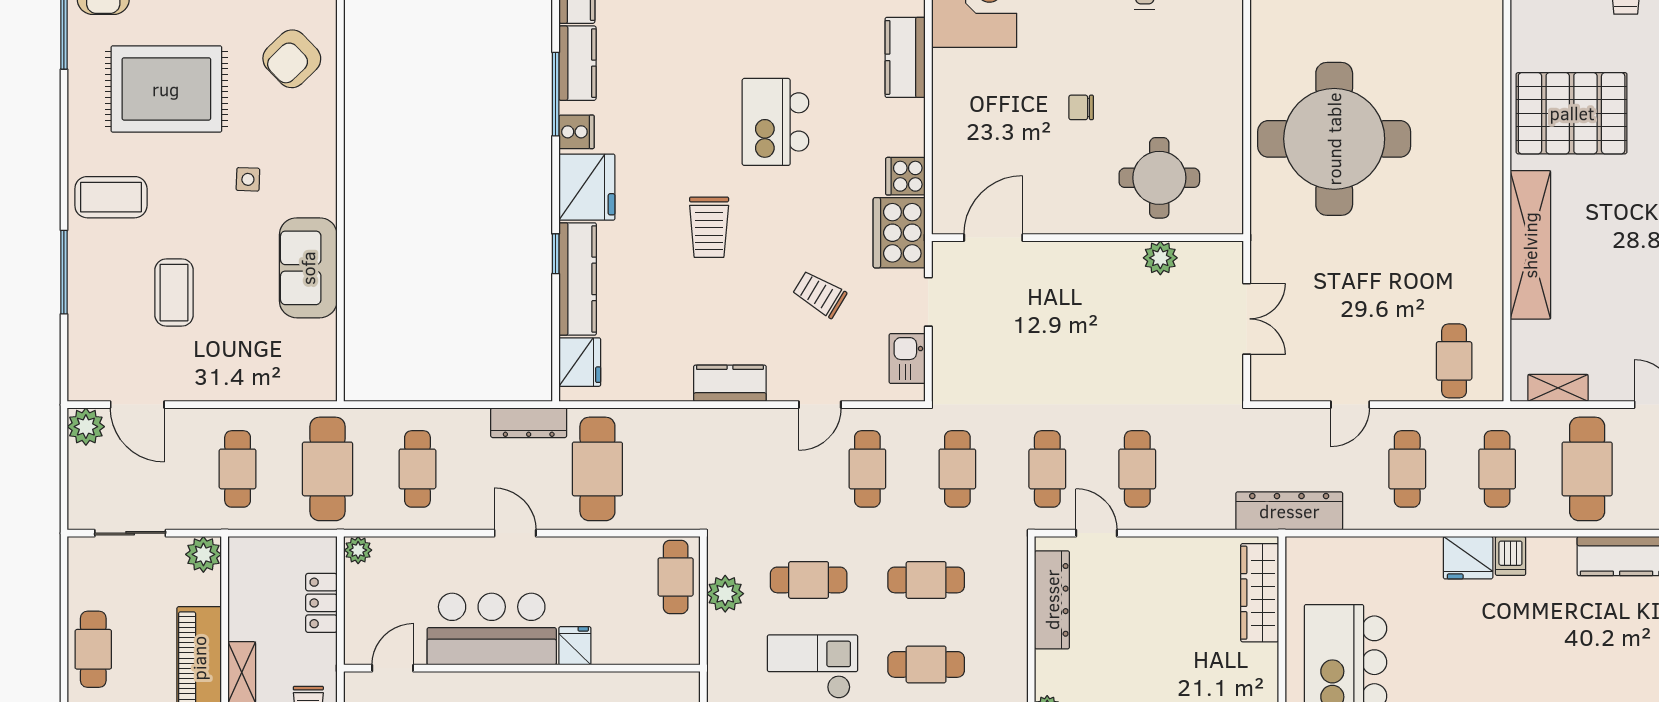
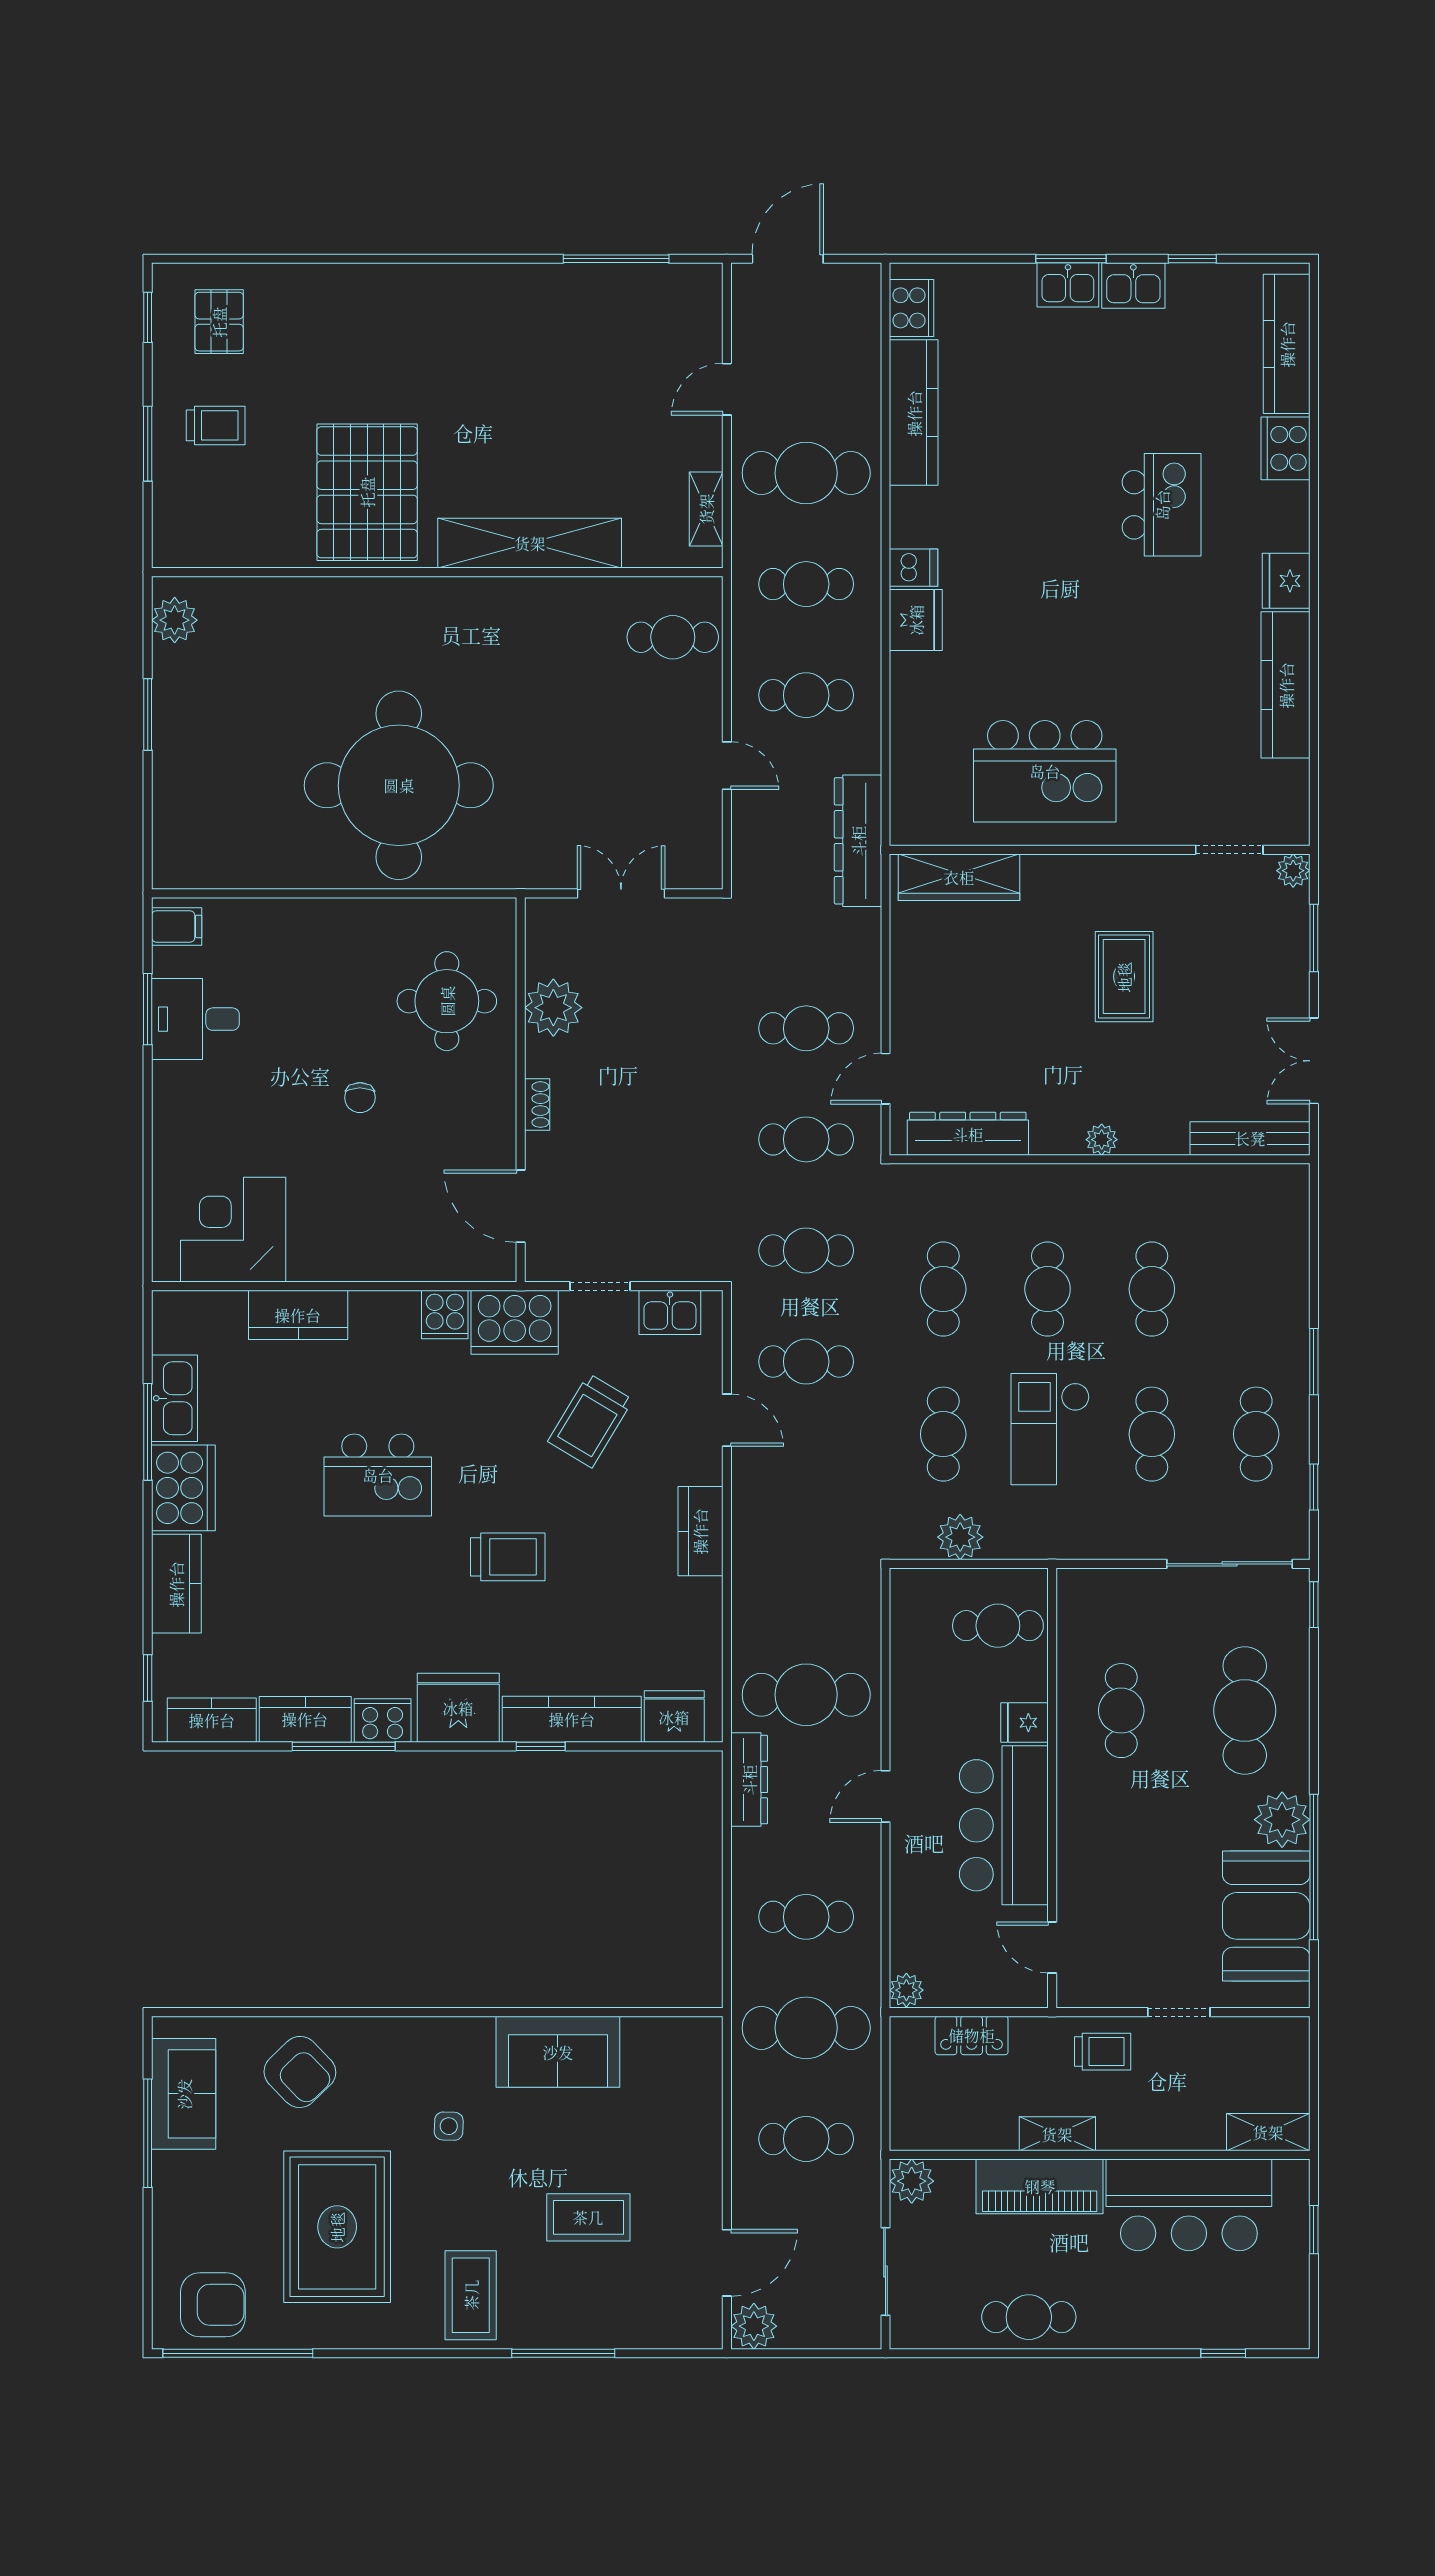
cooker: (577, 132) -> (383, 1720), width x1.36
shoe rack: (1076, 251) -> (537, 1105), added
plant: (1160, 258) -> (553, 1008), width x1.36, depth x1.36
trolley: (819, 294) -> (590, 1421), width x1.36, depth x1.39
cafe table: (676, 577) -> (998, 1626), moved

